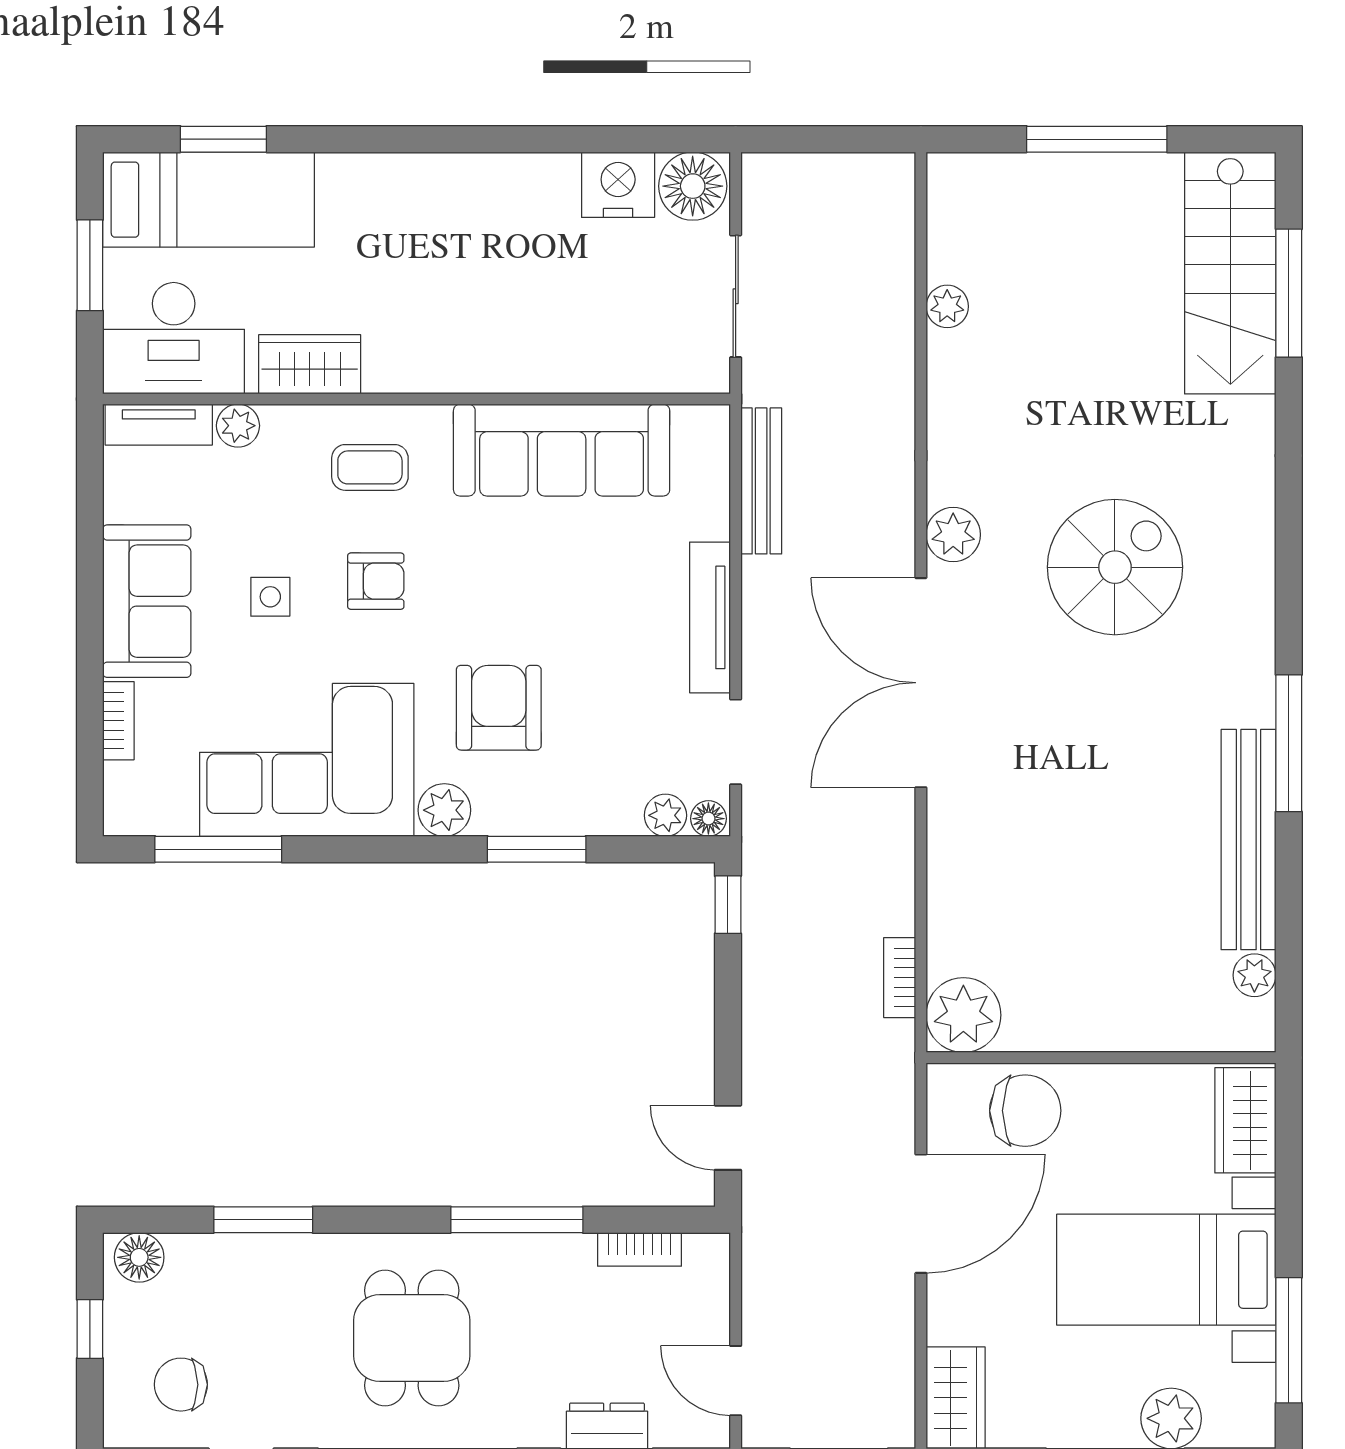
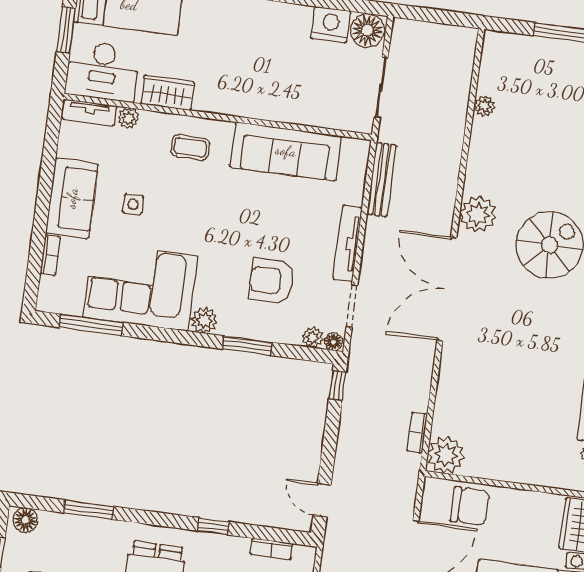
plant: (953, 535) -> (478, 214), width x1.36, depth x1.36
armchair: (376, 581) -> (186, 204), removed
armchair: (499, 708) -> (271, 281), moved, turned -90
window: (517, 1220) -> (213, 526), width x0.46

